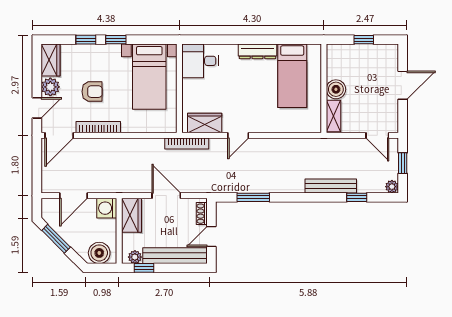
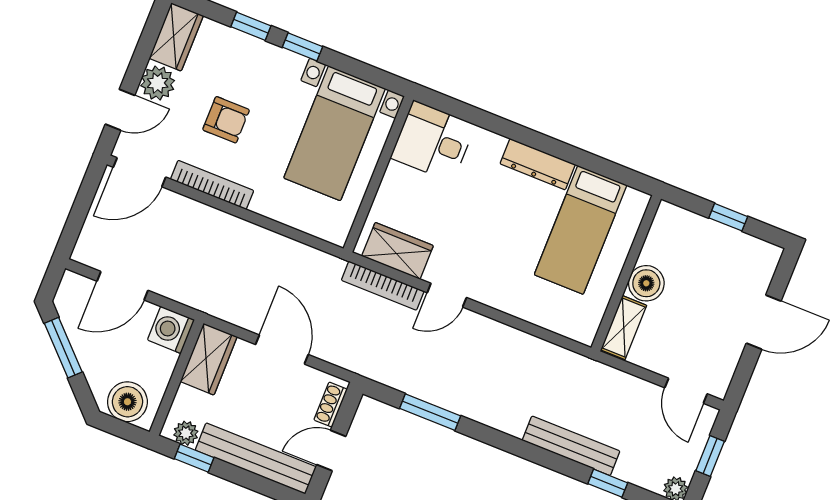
bookcase: (187, 143) -> (383, 286), moved

